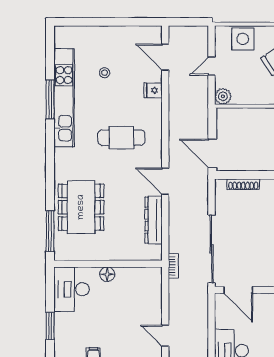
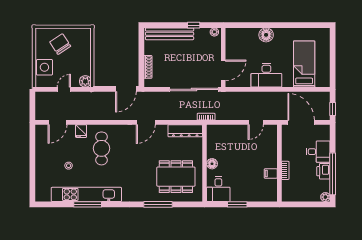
door: (212, 66) -> (64, 89), swing flipped
cafe table: (121, 138) -> (101, 148), moved
dining table: (81, 207) -> (176, 177), moved
dresser: (154, 220) -> (185, 131), moved
window: (50, 231) -> (158, 204), moved
desk: (72, 289) -> (218, 189), width x0.73
window: (50, 326) -> (237, 204), moved

